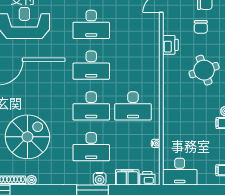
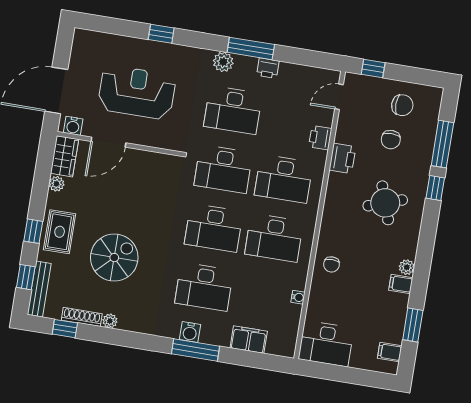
desk: (133, 65) -> (284, 179), added
chair: (175, 118) -> (332, 264), added
spiral stairs: (27, 137) -> (114, 258), width x0.73, depth x0.73
printer: (147, 178) -> (320, 138), moved, turned -90
water cooler: (100, 179) -> (190, 332), moved

